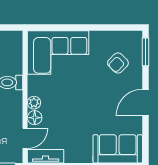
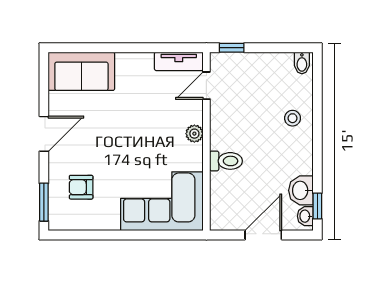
armchair: (118, 63) -> (81, 187), turned -135
floor lamp: (35, 118) -> (194, 113), removed

